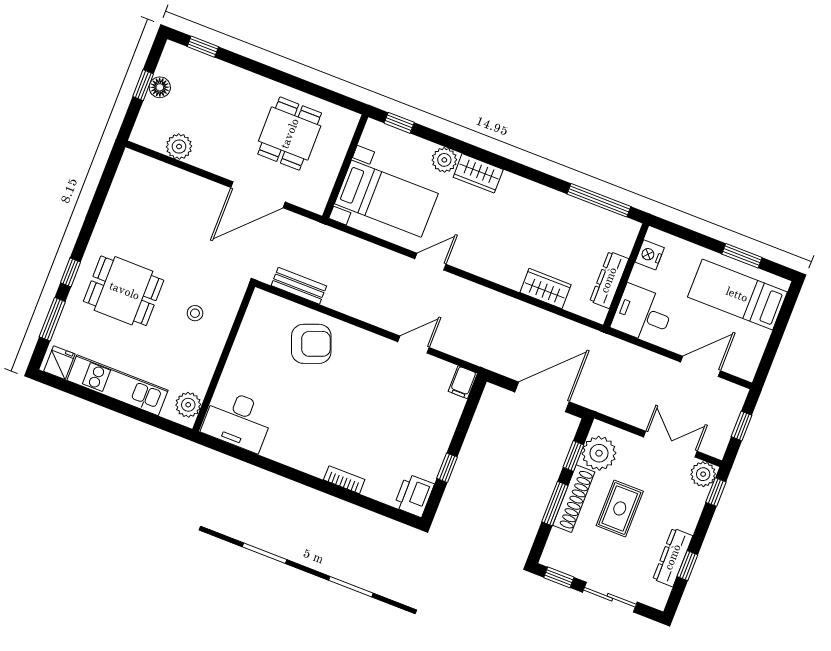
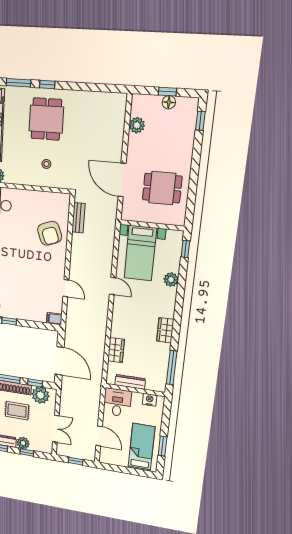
wardrobe: (478, 173) -> (165, 330), moved
plant: (703, 474) -> (23, 443), moved
window: (716, 492) -> (27, 452), moved

